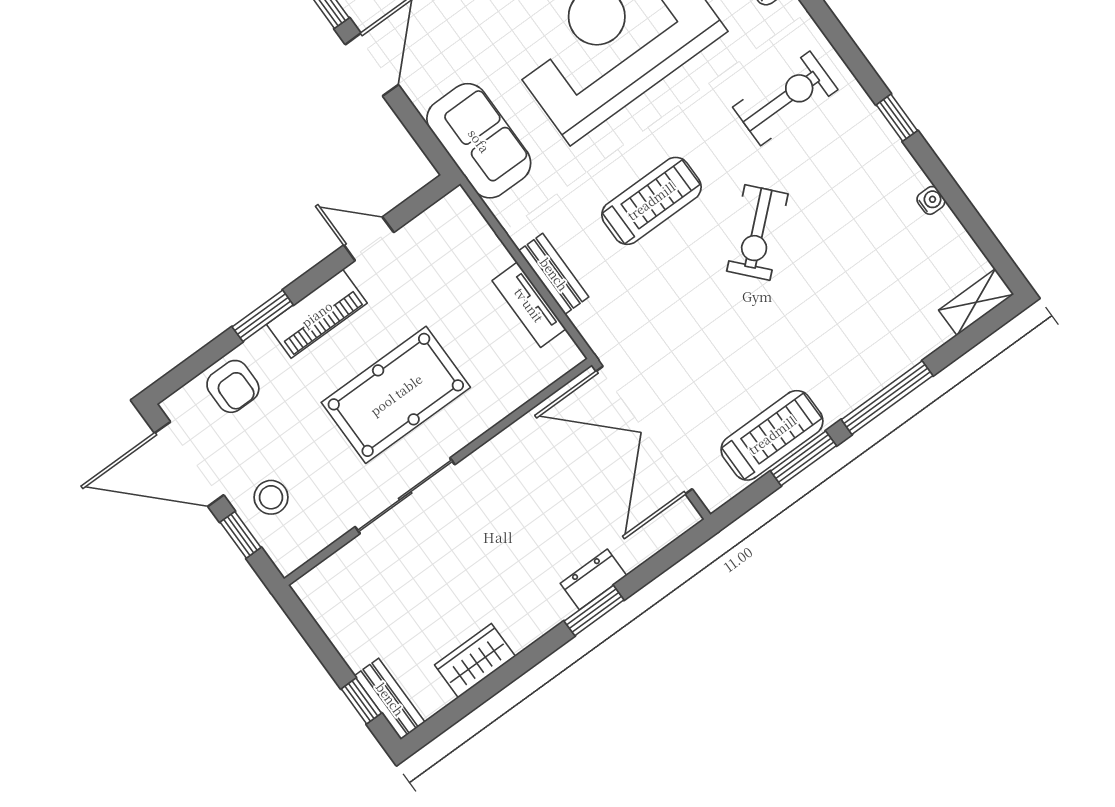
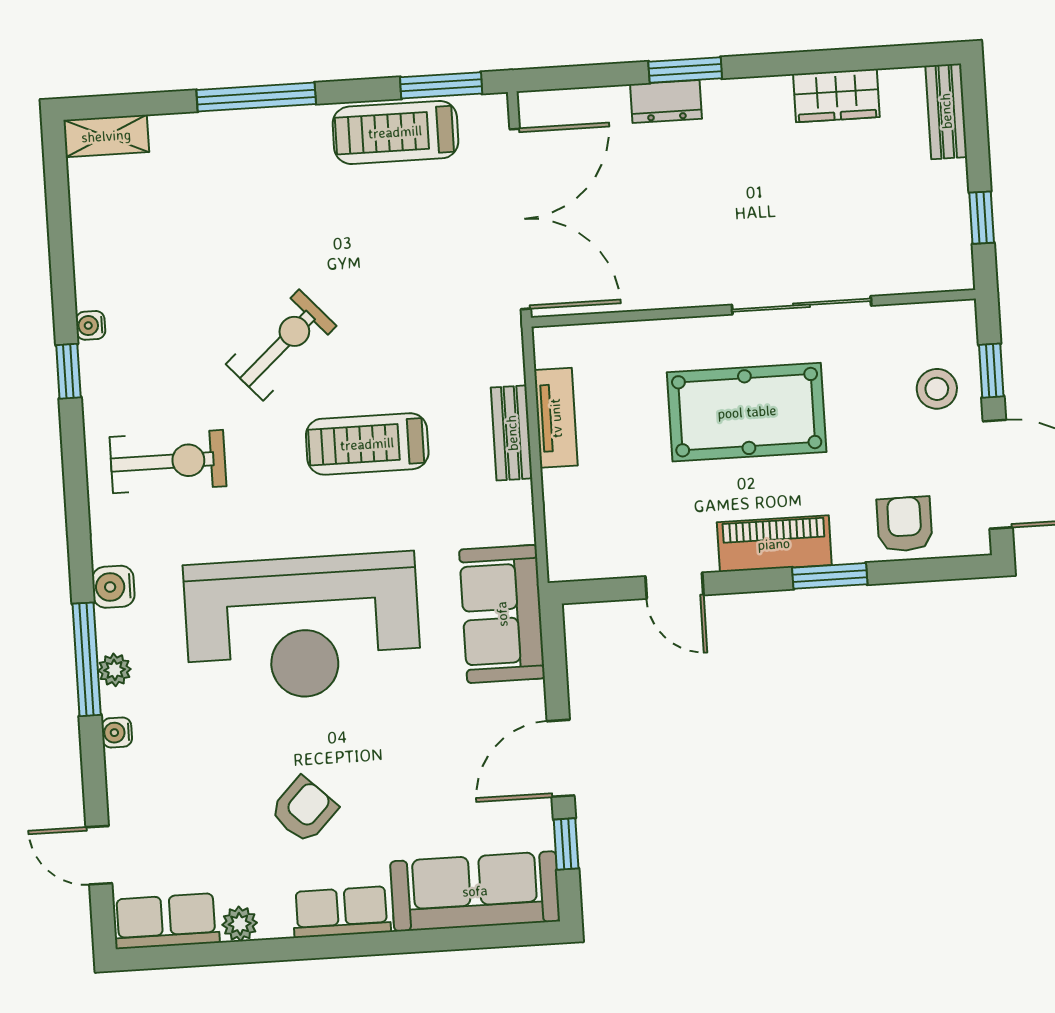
exercise bike: (785, 98) -> (168, 462), turned 180
water cooler: (931, 200) -> (91, 325), moved
window: (803, 458) -> (441, 85), moved
window: (361, 701) -> (982, 218), moved

